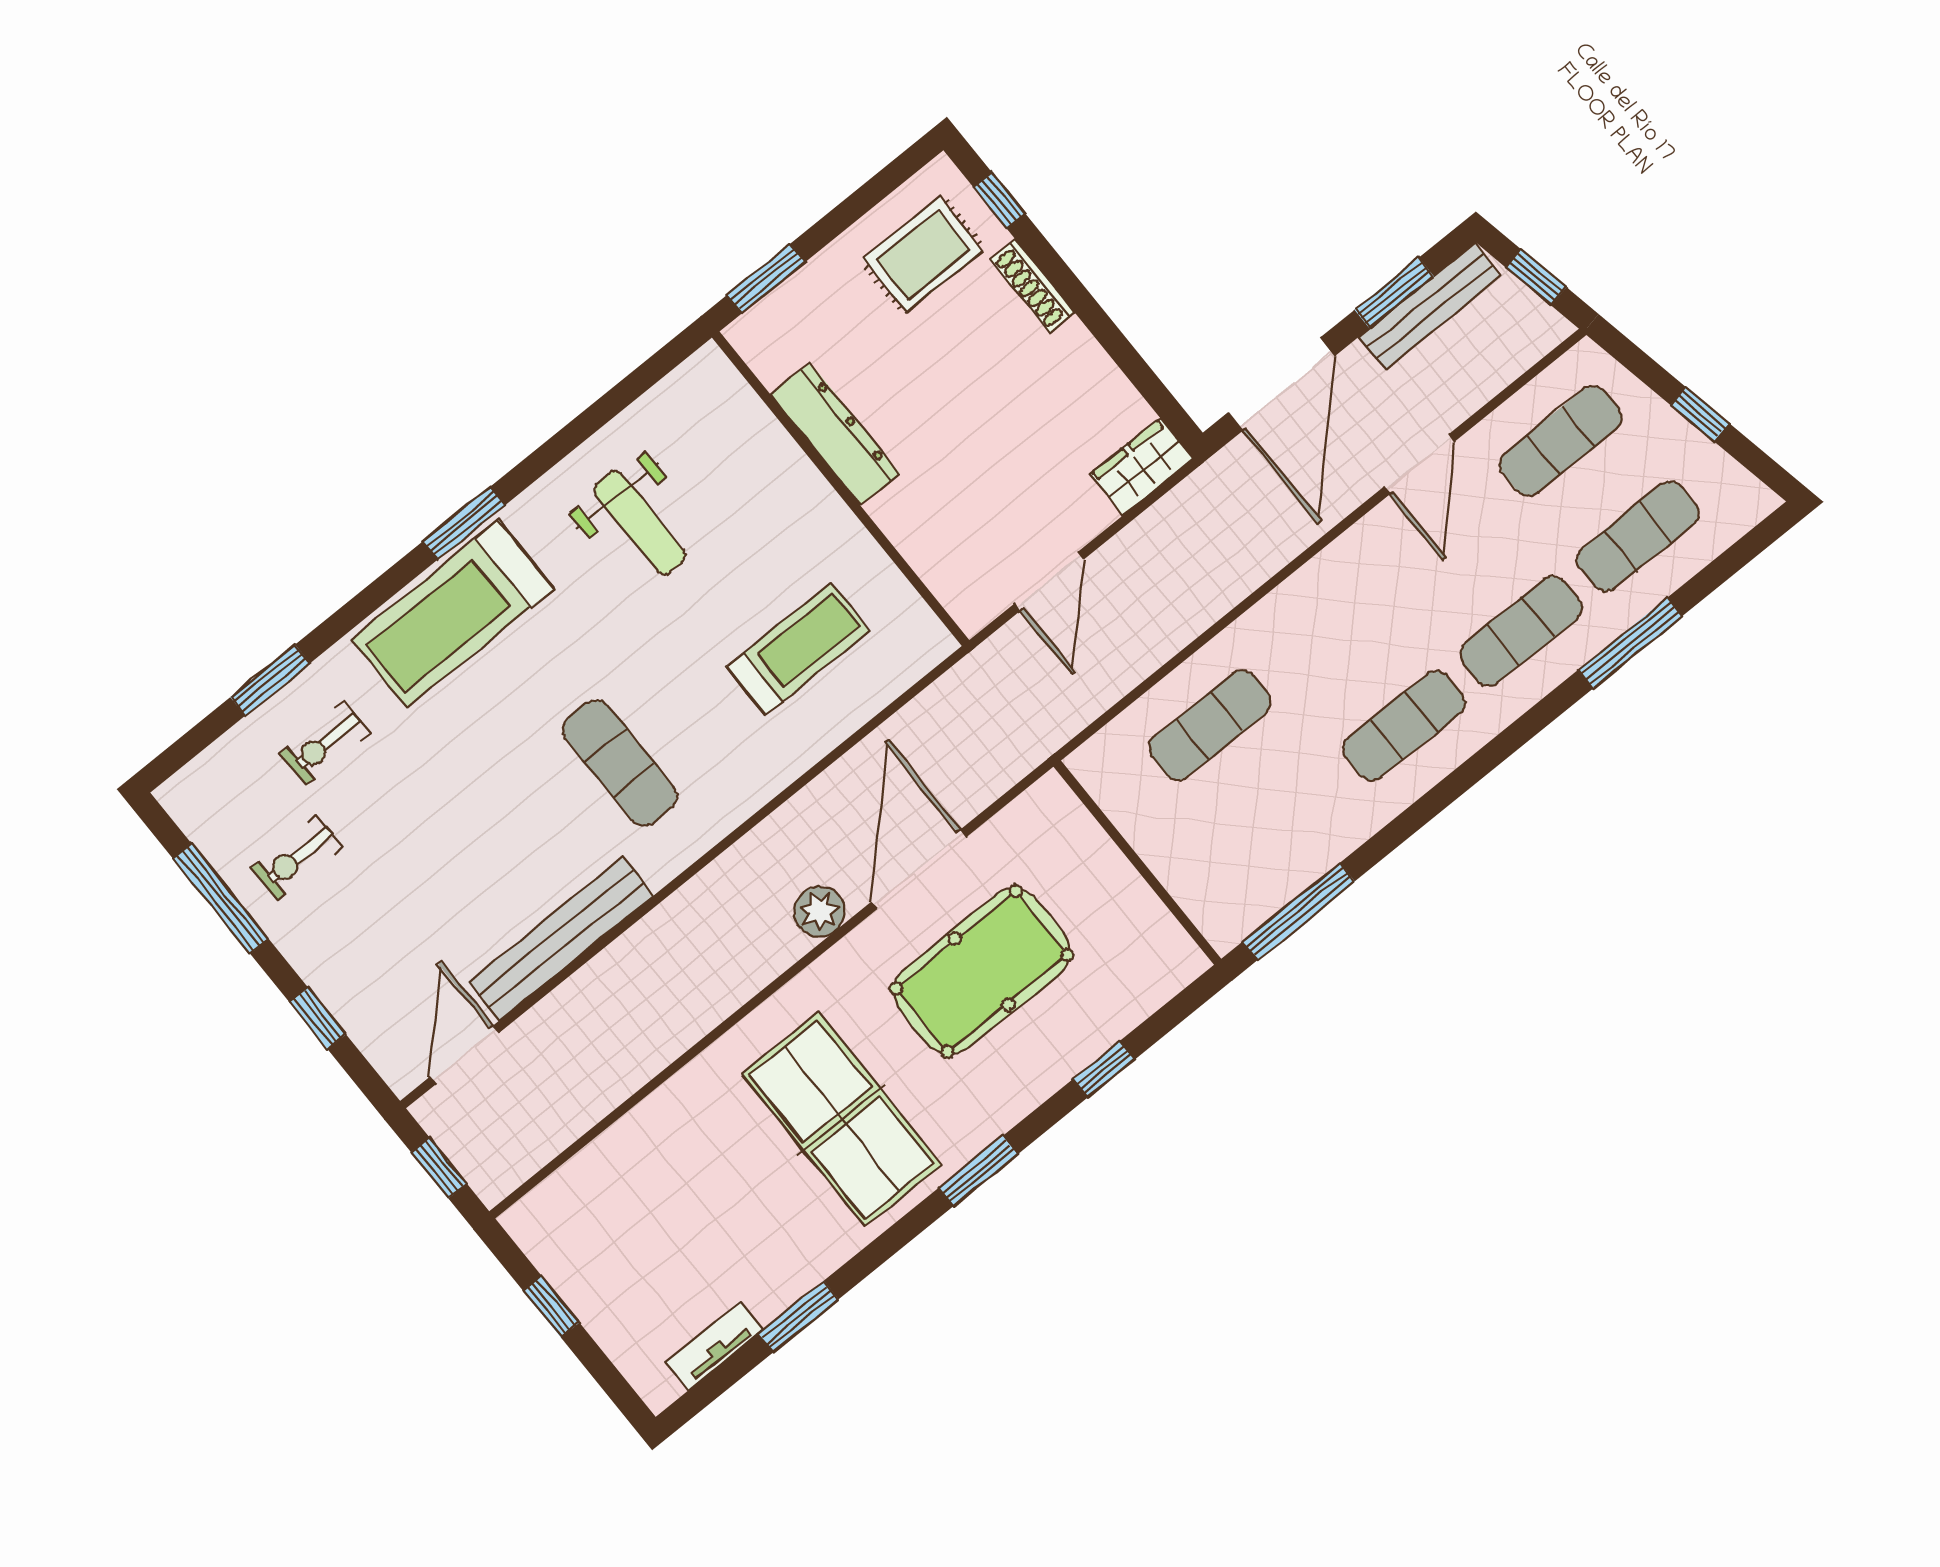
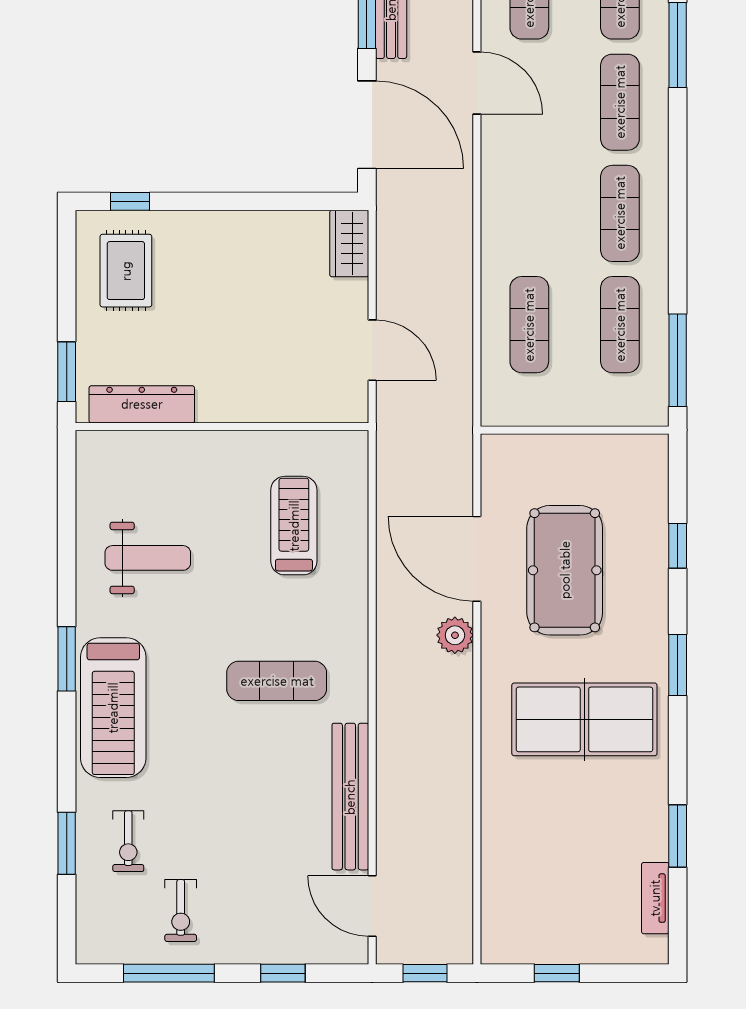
shoe rack: (1032, 286) -> (194, 222), removed
dresser: (835, 434) -> (142, 404), moved
exercise mat: (1287, 820) -> (620, 325), added

